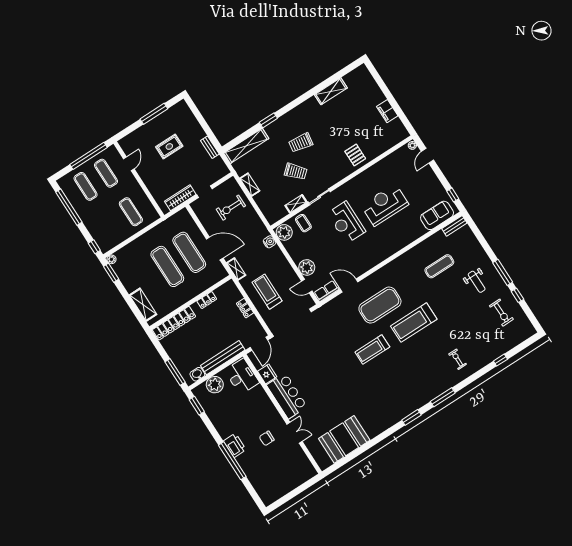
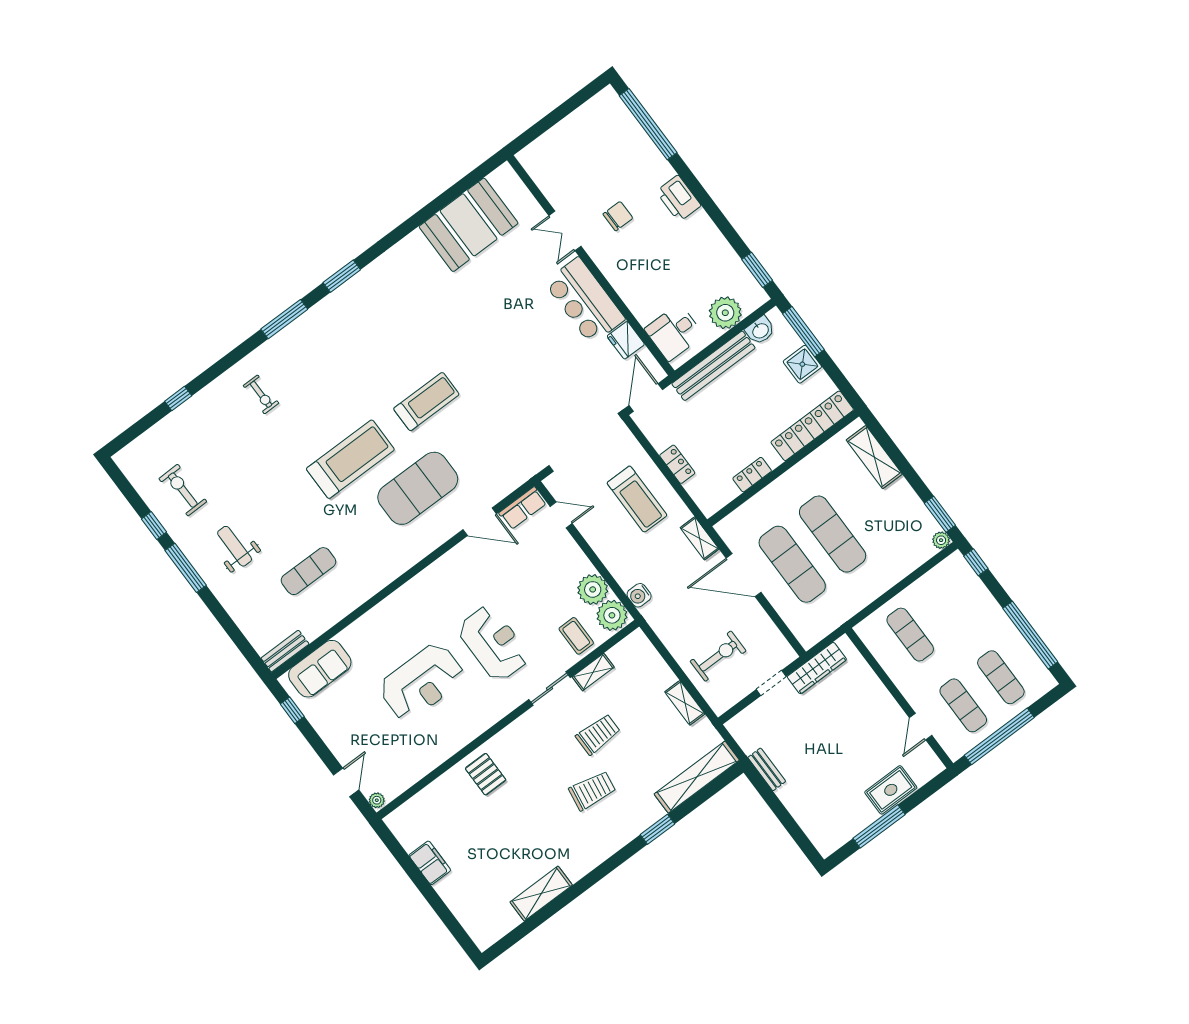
rug: (169, 147) -> (891, 790), moved
trolley: (296, 172) -> (598, 734), turned 132
plant: (307, 267) -> (593, 589), moved
shower: (177, 355) -> (802, 364), added
desk: (242, 376) -> (674, 332), width x0.73
window: (232, 461) -> (648, 124), moved

